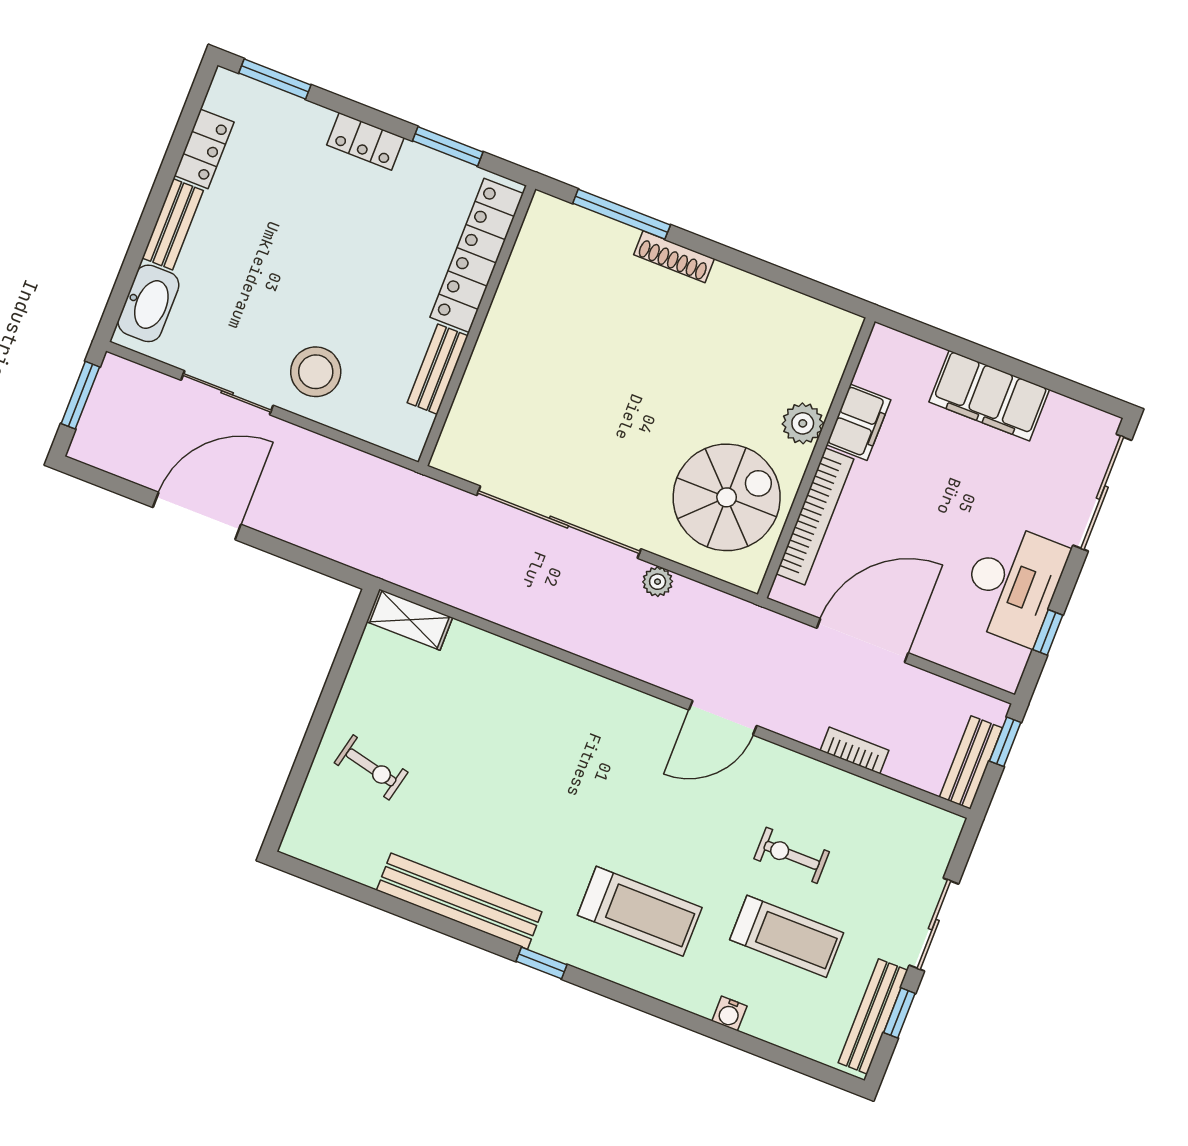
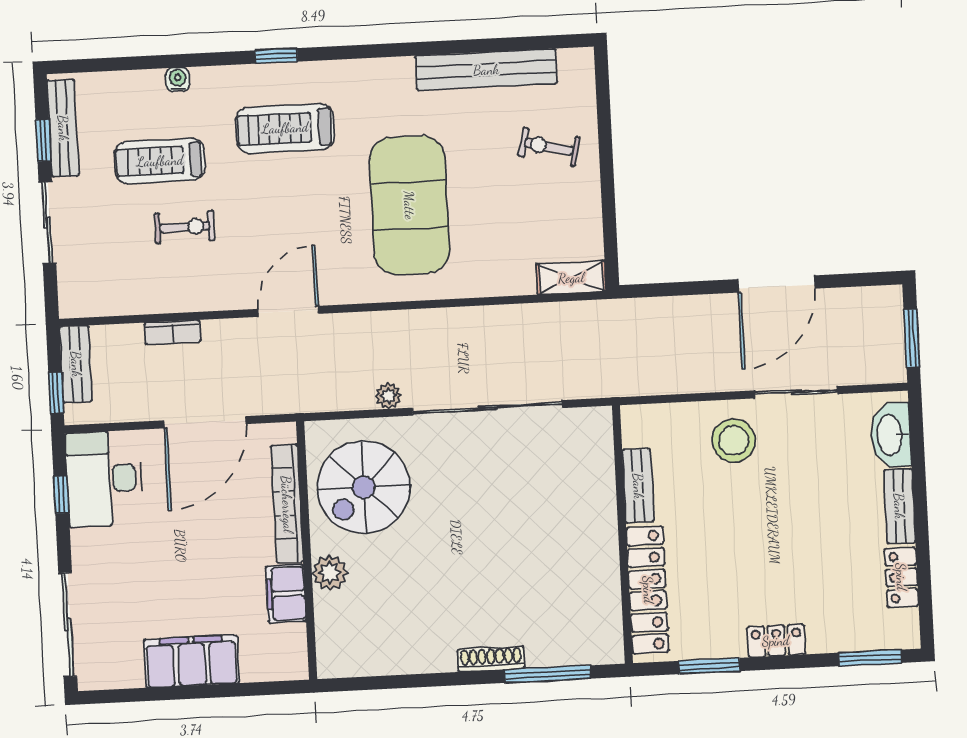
desk: (1013, 584) -> (104, 479), moved
exercise mat: (545, 772) -> (409, 205), added
bench: (459, 901) -> (486, 70), moved
window: (541, 963) -> (276, 56), moved

